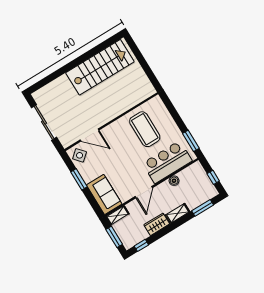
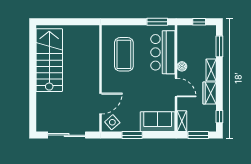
coffee table: (145, 129) -> (124, 54), turned 90
boiler: (174, 181) -> (182, 66), moved

